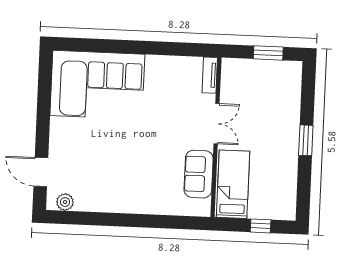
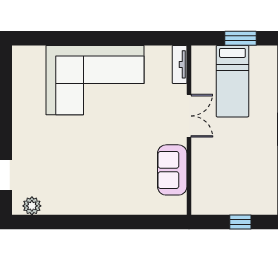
corner sofa: (97, 85) -> (95, 80), moved
bed: (233, 184) -> (232, 81), moved, turned 180

